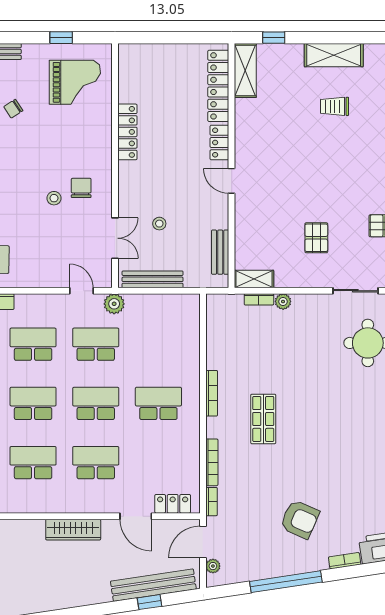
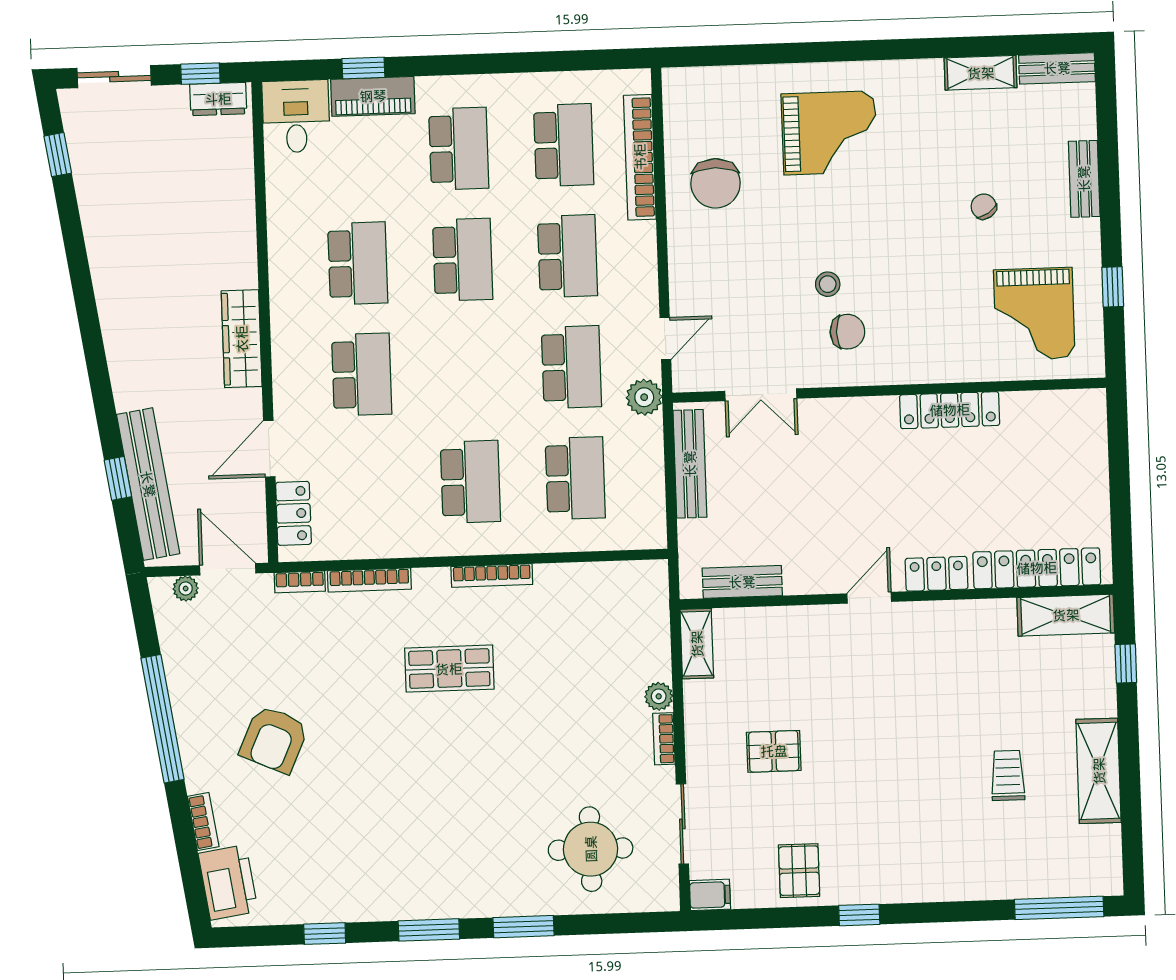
stool: (159, 224) -> (789, 472), removed
bookcase: (259, 299) -> (664, 739), moved
school desk: (96, 403) -> (575, 478), moved

